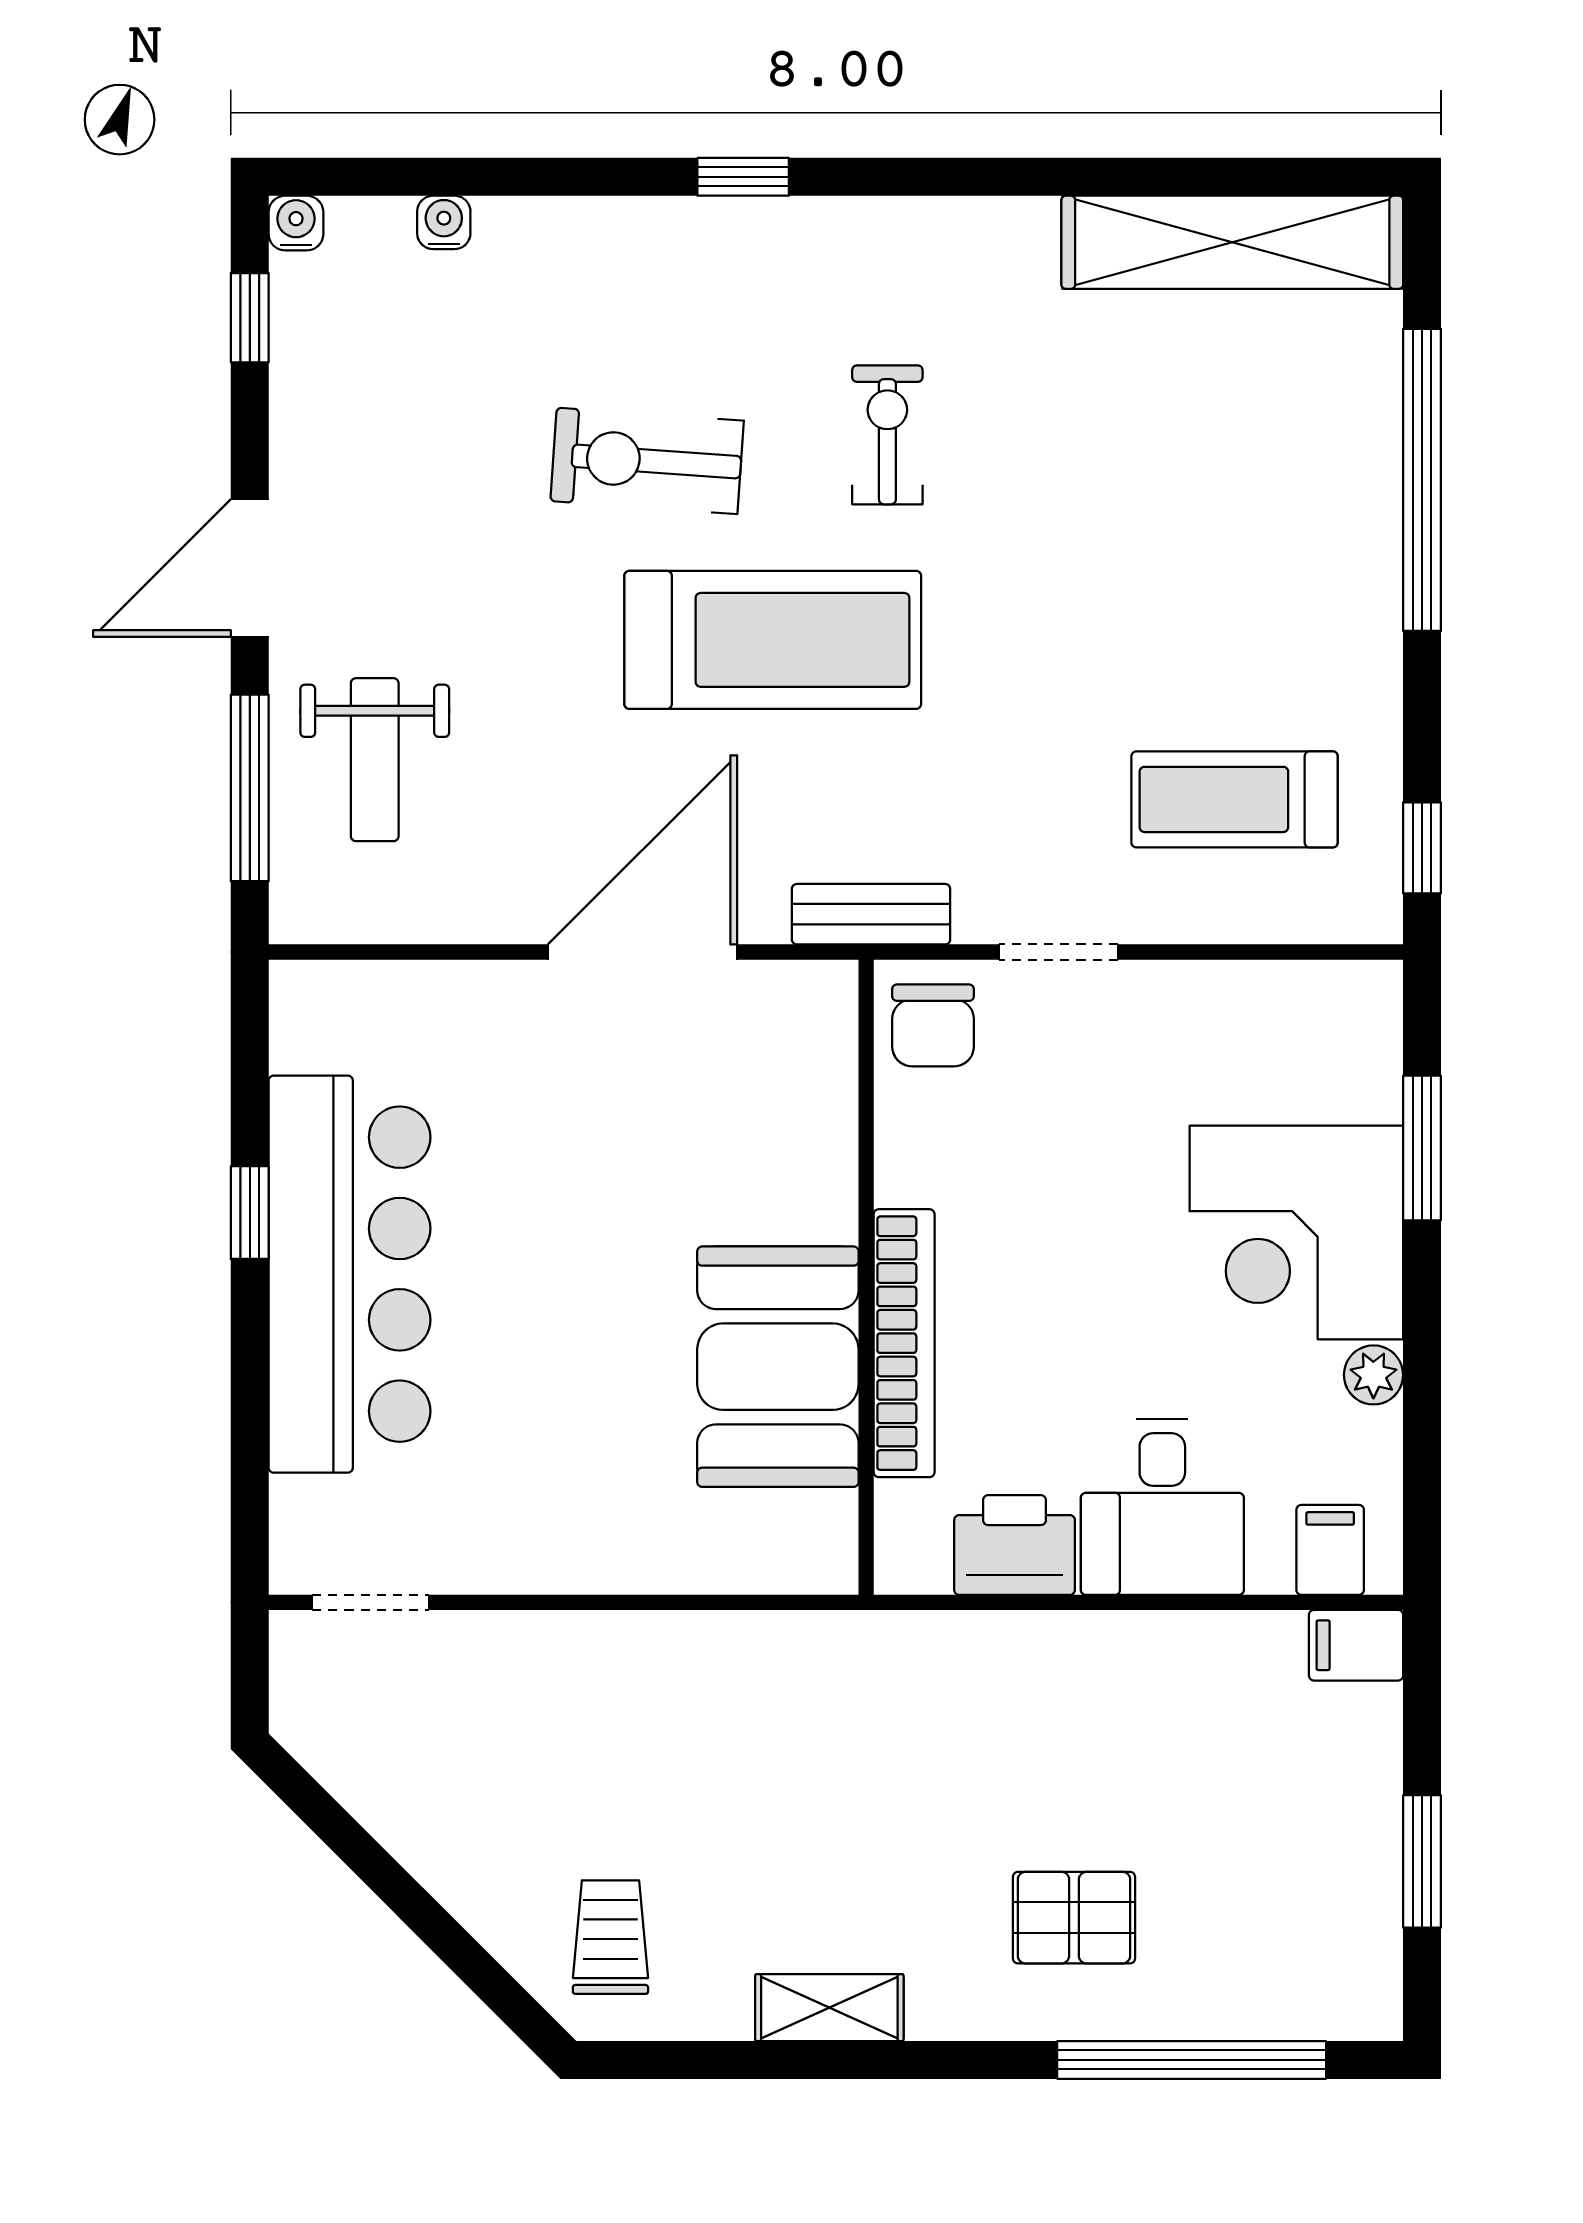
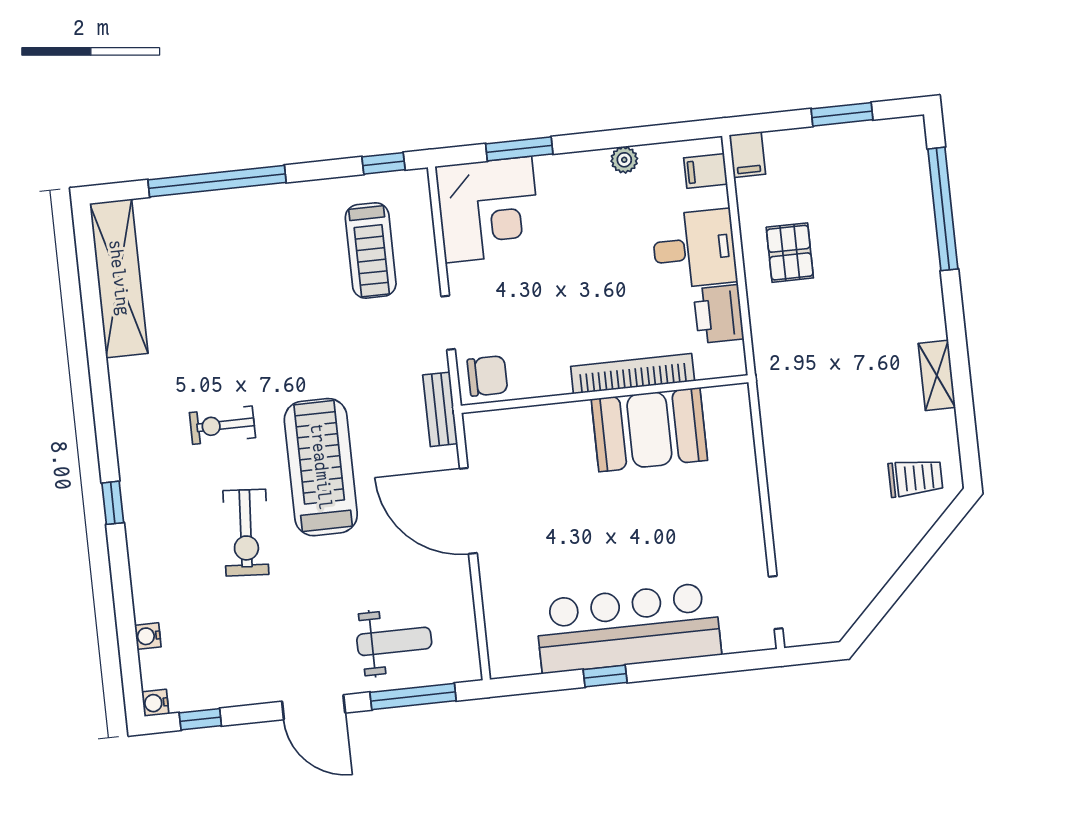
corner desk: (1296, 1233) -> (488, 210), moved
pallet: (1074, 1918) -> (790, 253), moved
trolley: (610, 1937) -> (916, 478), turned 180

